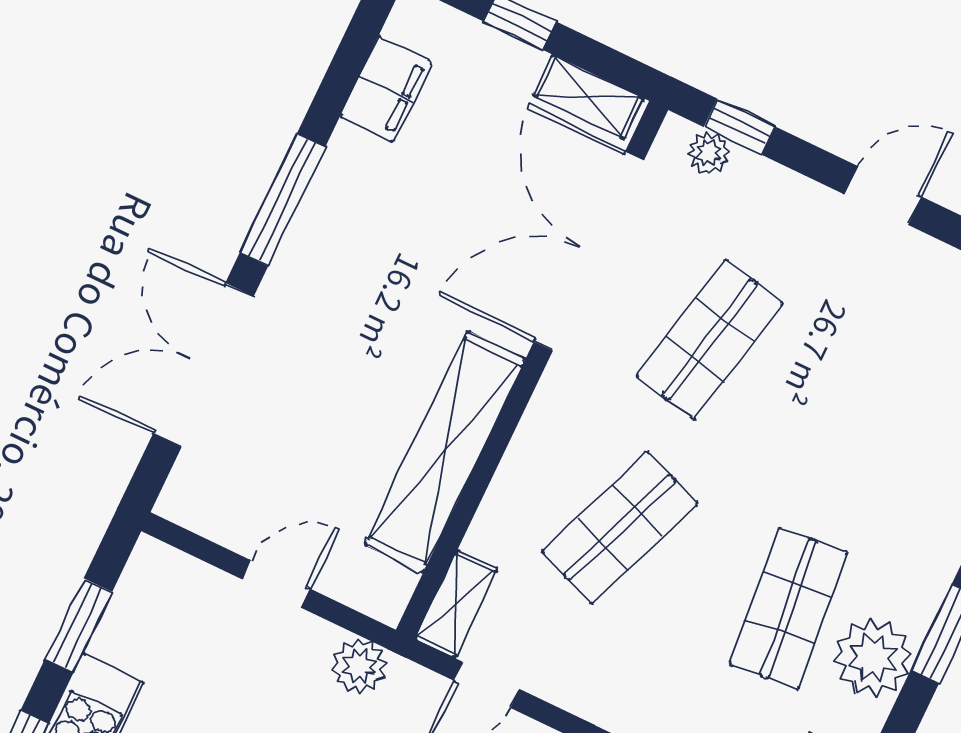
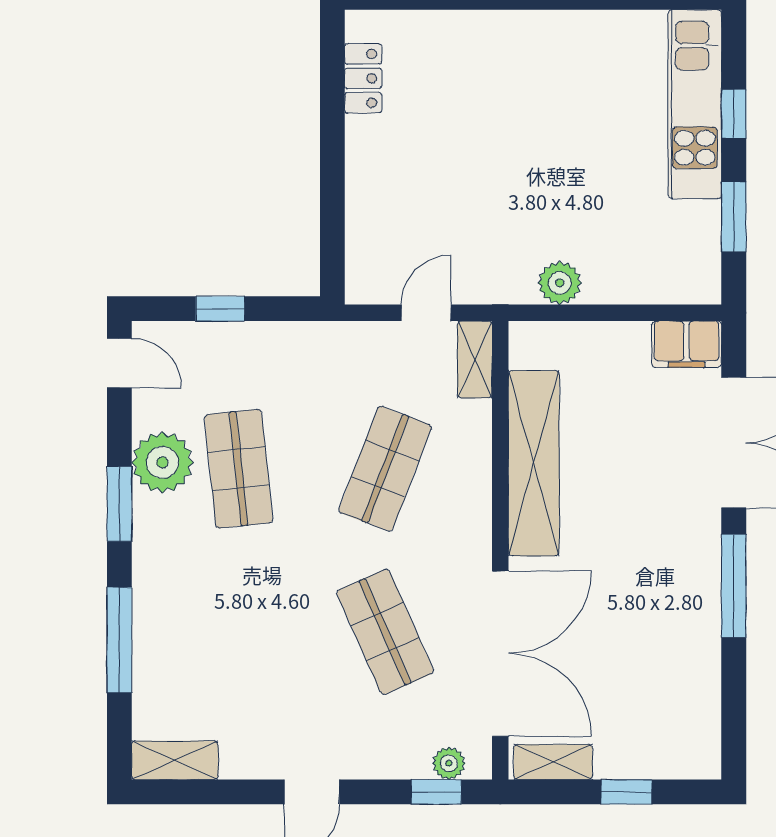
filing cabinet: (386, 89) -> (687, 344), moved, turned -90
shop shelf: (710, 339) -> (385, 632), turned -36
door: (276, 584) -> (609, 313), removed
plant: (359, 666) -> (560, 283), moved

